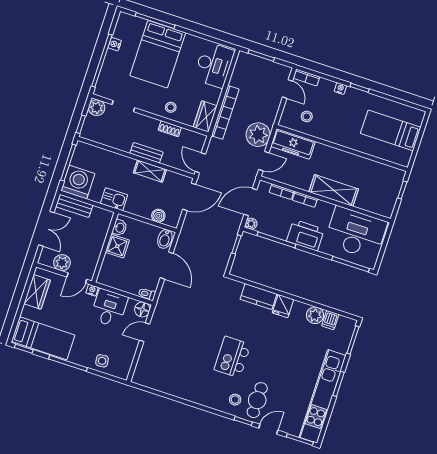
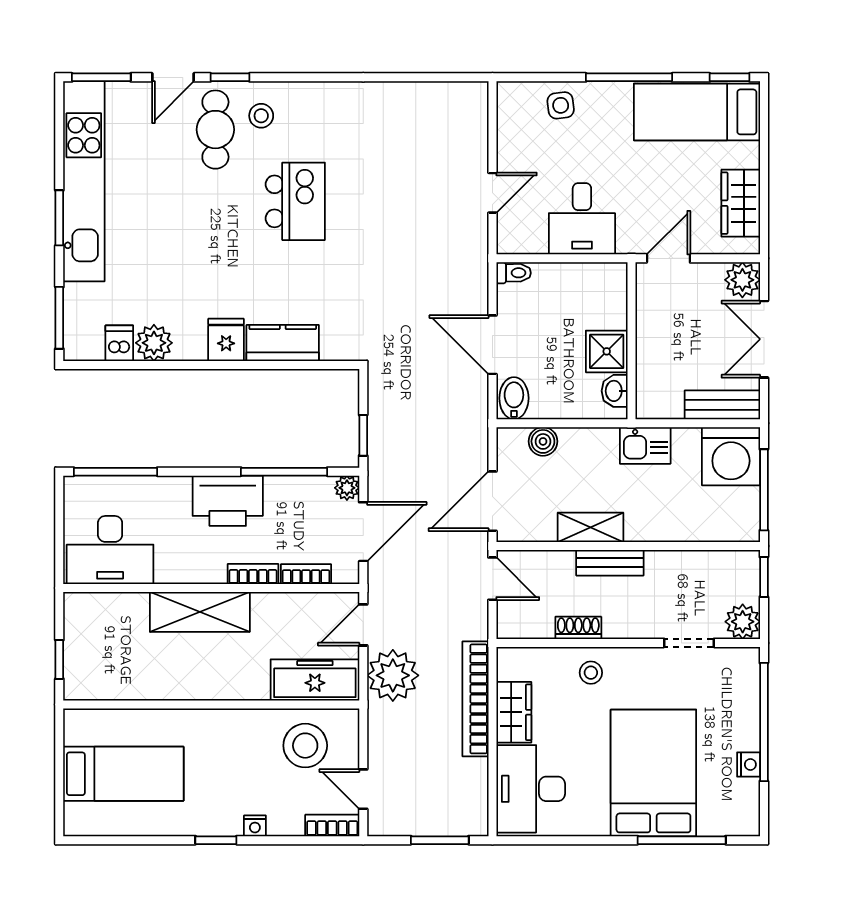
wardrobe: (205, 116) -> (514, 712), moved
stool: (307, 116) -> (305, 746), width x1.89, depth x1.89
desk: (356, 233) -> (110, 550), width x0.73, depth x0.77
plant: (62, 263) -> (742, 280), moved
nightstand: (92, 290) -> (629, 244), removed
floor lamp: (142, 309) -> (513, 238), removed

